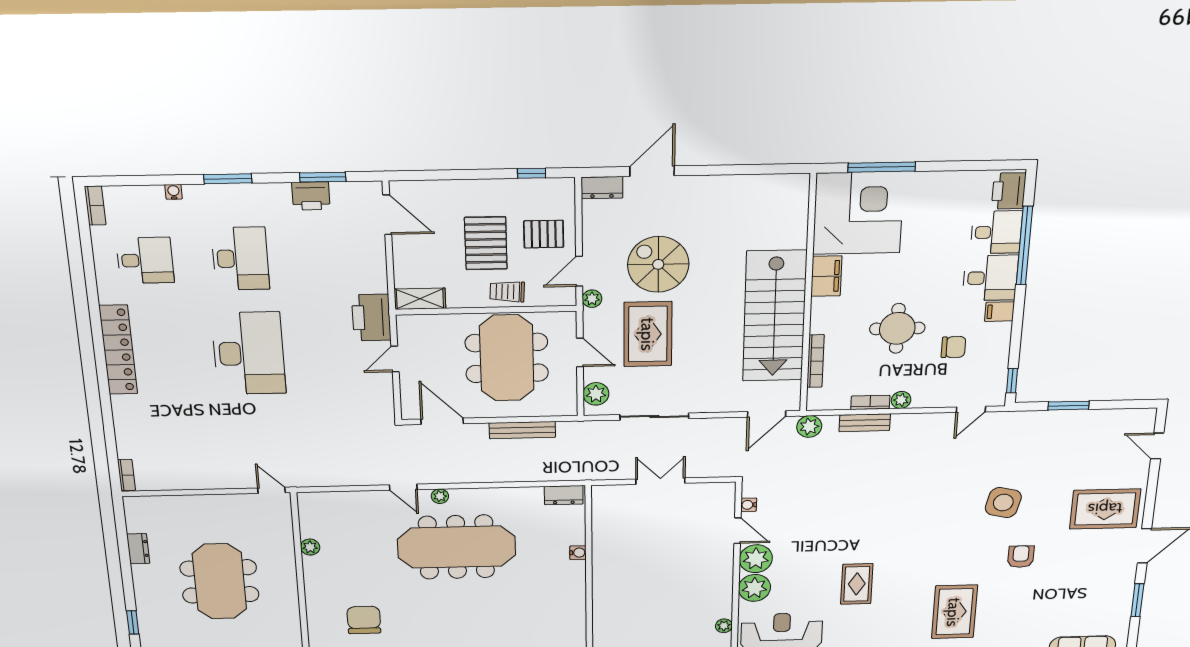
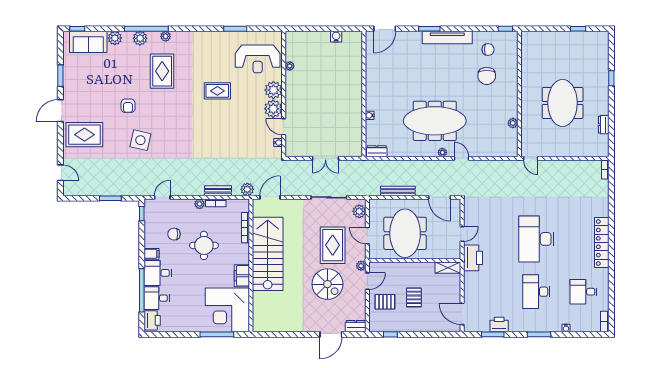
pallet: (486, 243) -> (414, 297), width x0.67, depth x0.71
trolley: (507, 292) -> (404, 271), removed
rug: (857, 584) -> (217, 91), turned 90

